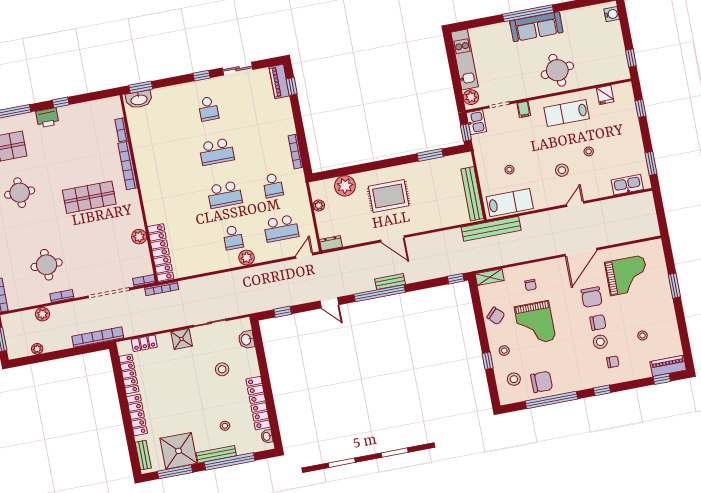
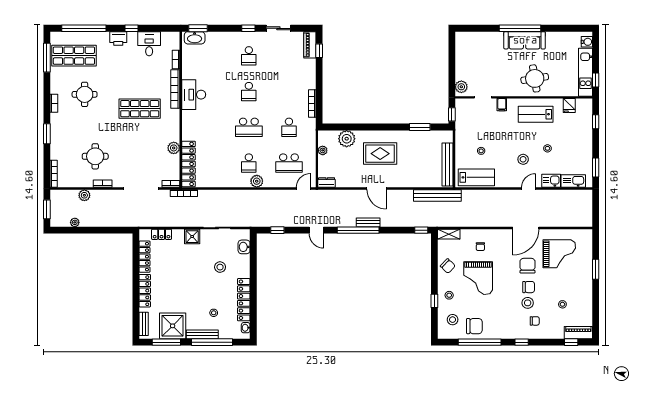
kitchen unit: (465, 60) -> (586, 72), moved, turned 180
desk: (86, 117) -> (149, 44), added
kitchen sink: (476, 122) -> (551, 181), moved, turned -90
school desk: (217, 152) -> (249, 92), width x0.54
desk: (151, 168) -> (194, 95), added
bench: (491, 229) -> (437, 195), moved
chair: (592, 297) -> (527, 266), turned 180
bookcase: (98, 337) -> (125, 222), removed

